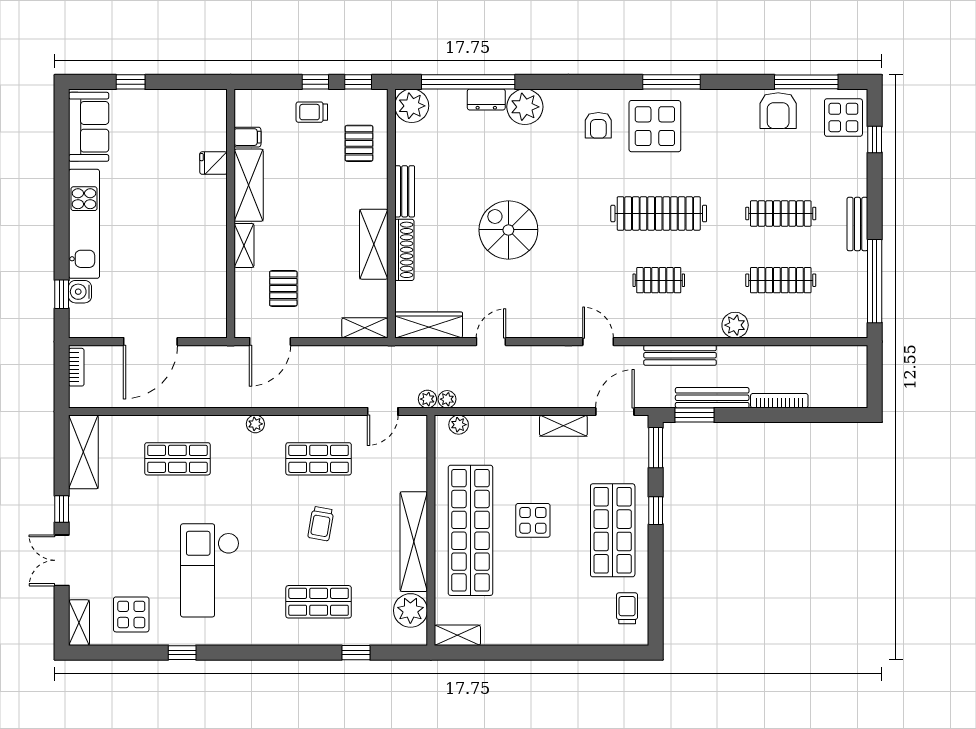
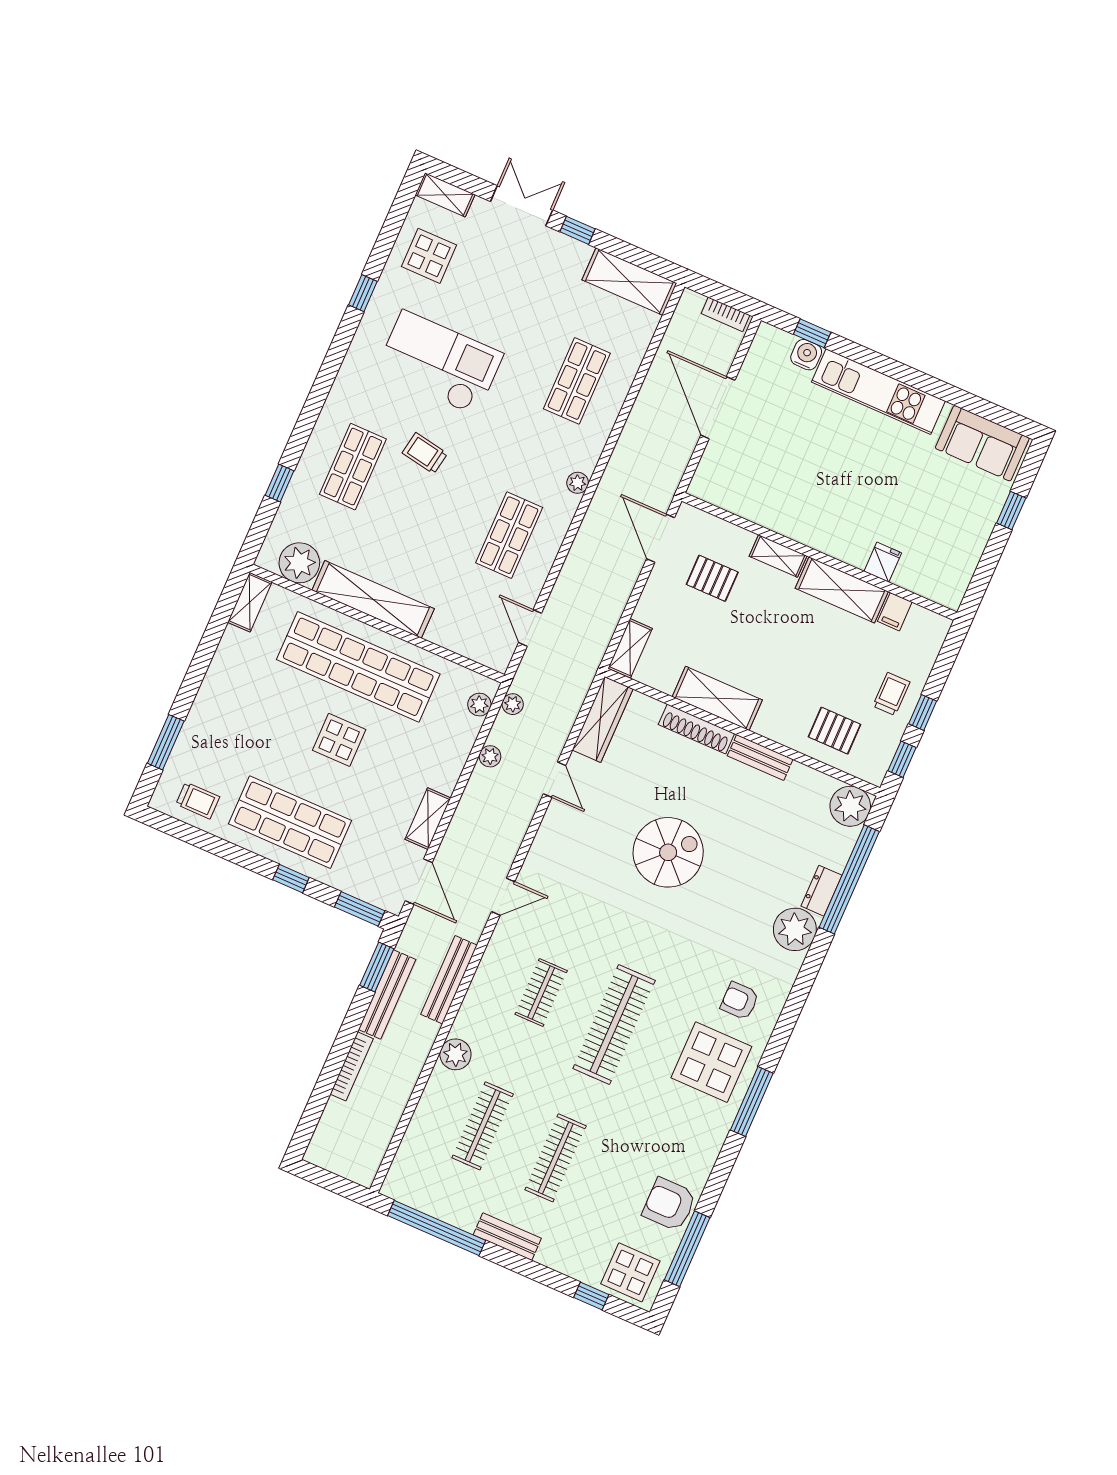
plant: (427, 399) -> (490, 756), moved
trolley: (321, 524) -> (425, 453), moved
window: (593, 653) -> (166, 742), added

